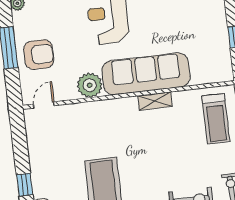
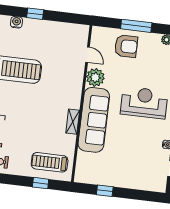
armchair: (39, 55) -> (126, 46), turned -90
door: (44, 105) -> (87, 55), moved

